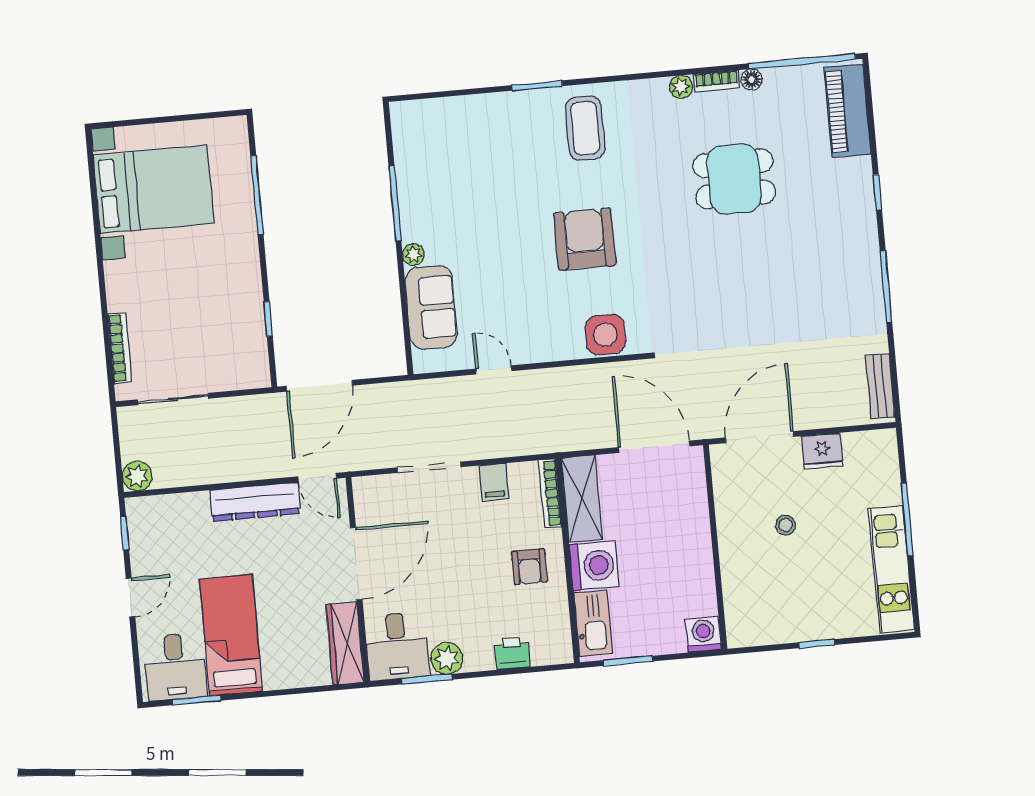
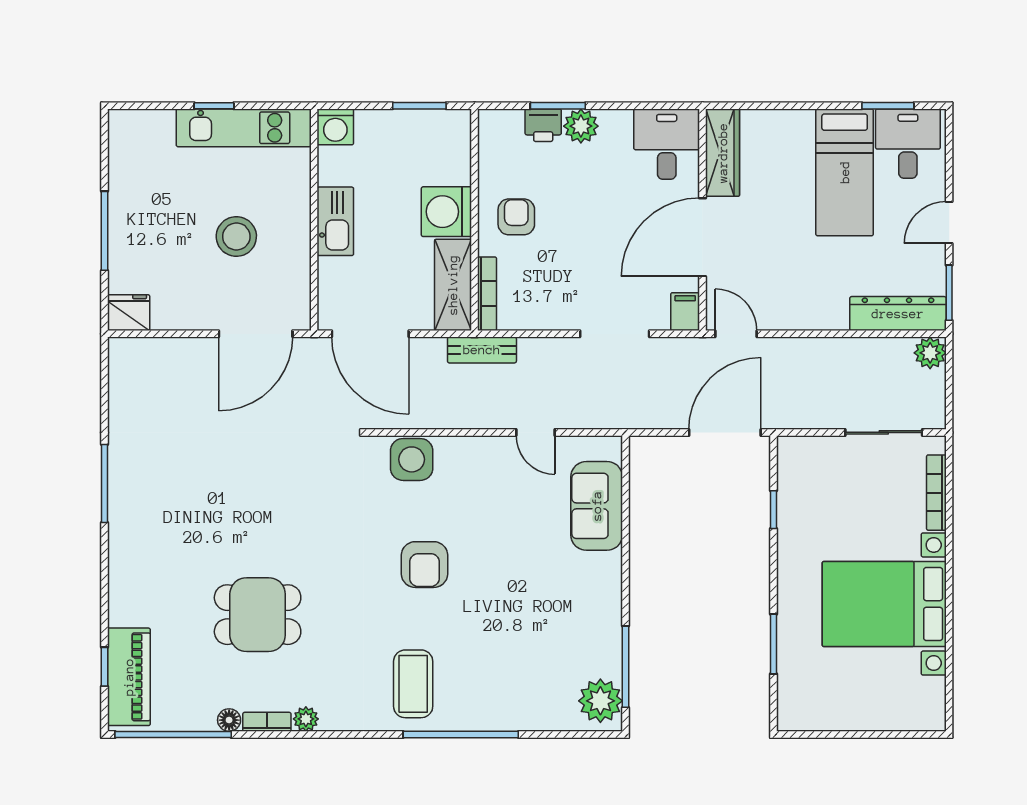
window: (537, 86) -> (461, 735), width x2.11
bed with nightstands: (154, 189) -> (884, 604), moved
window: (877, 192) -> (105, 667), moved
window: (257, 195) -> (773, 644), width x0.69
window: (395, 203) -> (625, 667), moved
armchair: (585, 239) -> (425, 565), width x0.73, depth x0.73
plant: (413, 255) -> (600, 701), moved, width x1.87, depth x1.87
bench: (880, 386) -> (482, 350), moved, turned 90
fridge: (822, 451) -> (129, 313), moved
filing cabinet: (494, 482) -> (685, 312), moved
dresser: (255, 502) -> (898, 314), moved
stool: (785, 525) -> (236, 236), width x1.89, depth x1.89
window: (125, 533) -> (949, 293), width x1.50
kitchen unit: (891, 569) -> (244, 128), moved, turned 90
kitchen sink: (593, 623) -> (335, 221), moved, turned 180
plant: (447, 658) -> (581, 126), moved
window: (427, 679) -> (558, 106), moved

